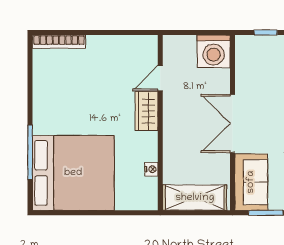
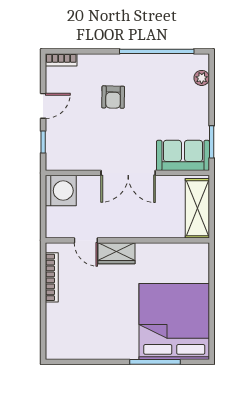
bookcase: (59, 42) -> (52, 277), moved
nightstand: (151, 169) -> (171, 249), removed

